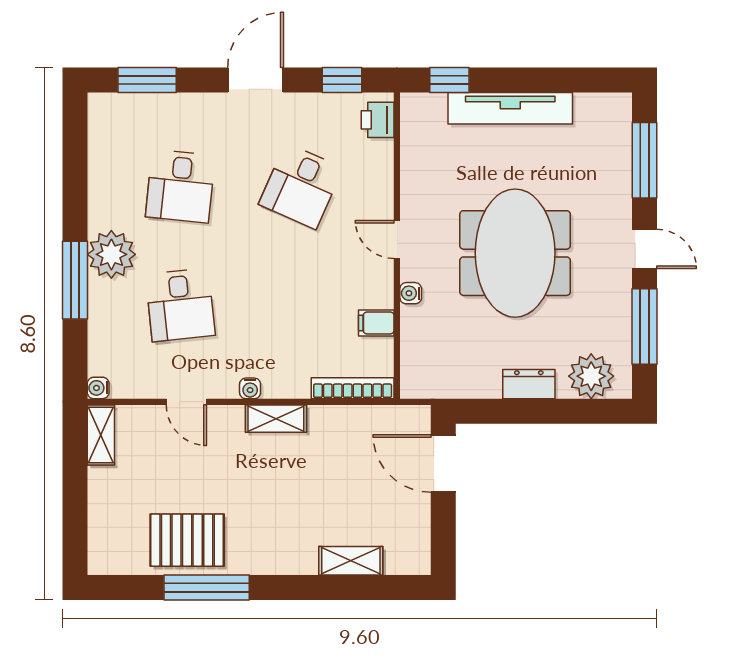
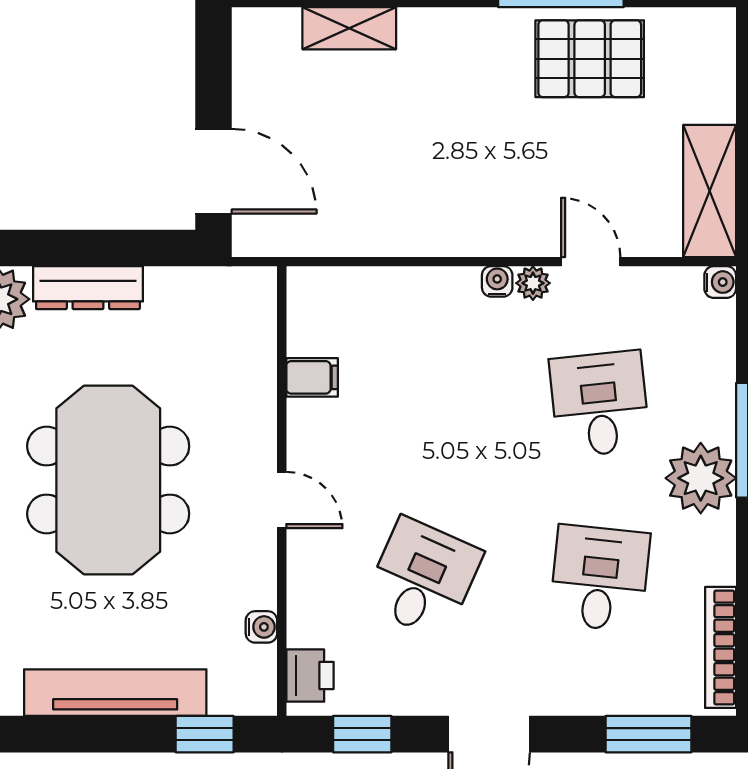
water cooler: (411, 293) -> (261, 627), moved
dresser: (529, 384) -> (88, 288), width x1.44
plant: (226, 387) -> (533, 283), added
bookcase: (353, 388) -> (721, 647), moved, turned 90
shelving: (276, 419) -> (459, 237), removed
shelving: (101, 435) -> (710, 191), width x1.50, depth x1.33

